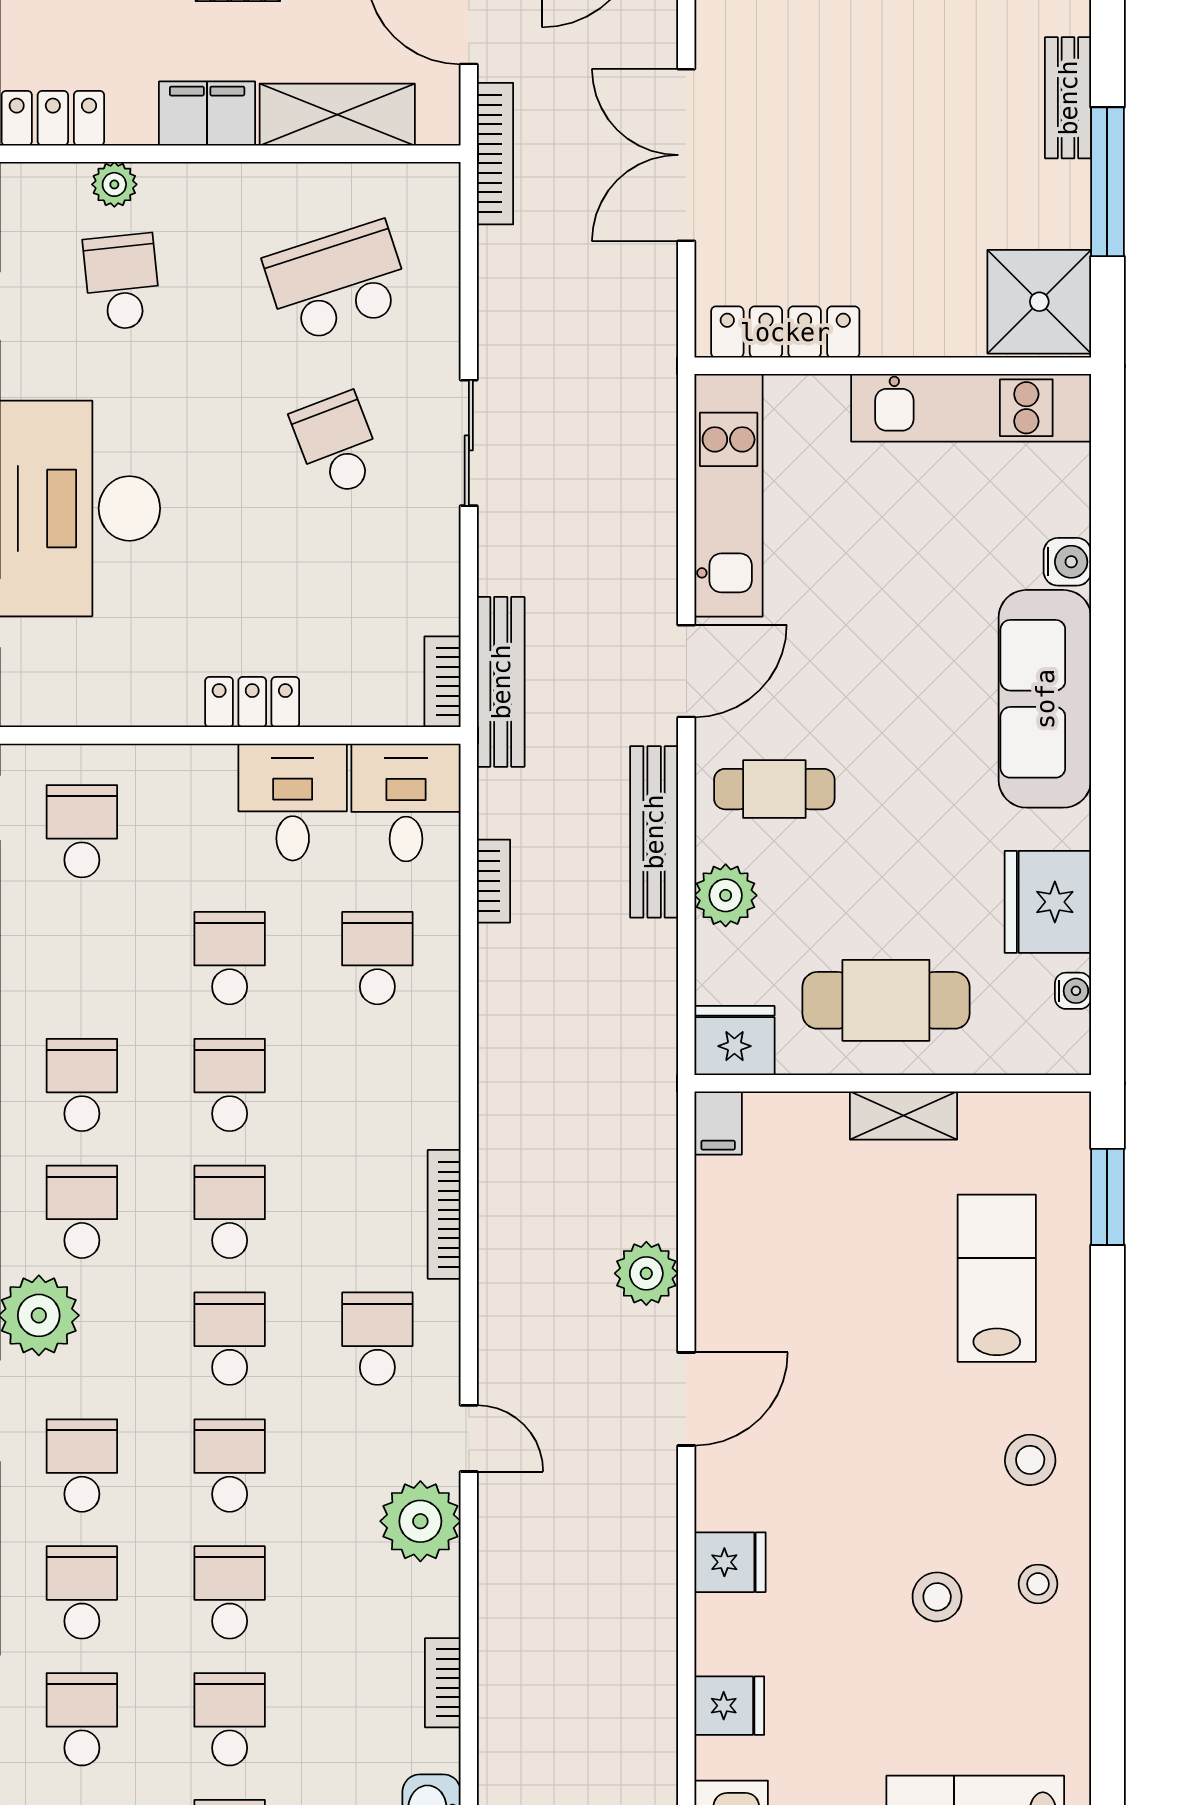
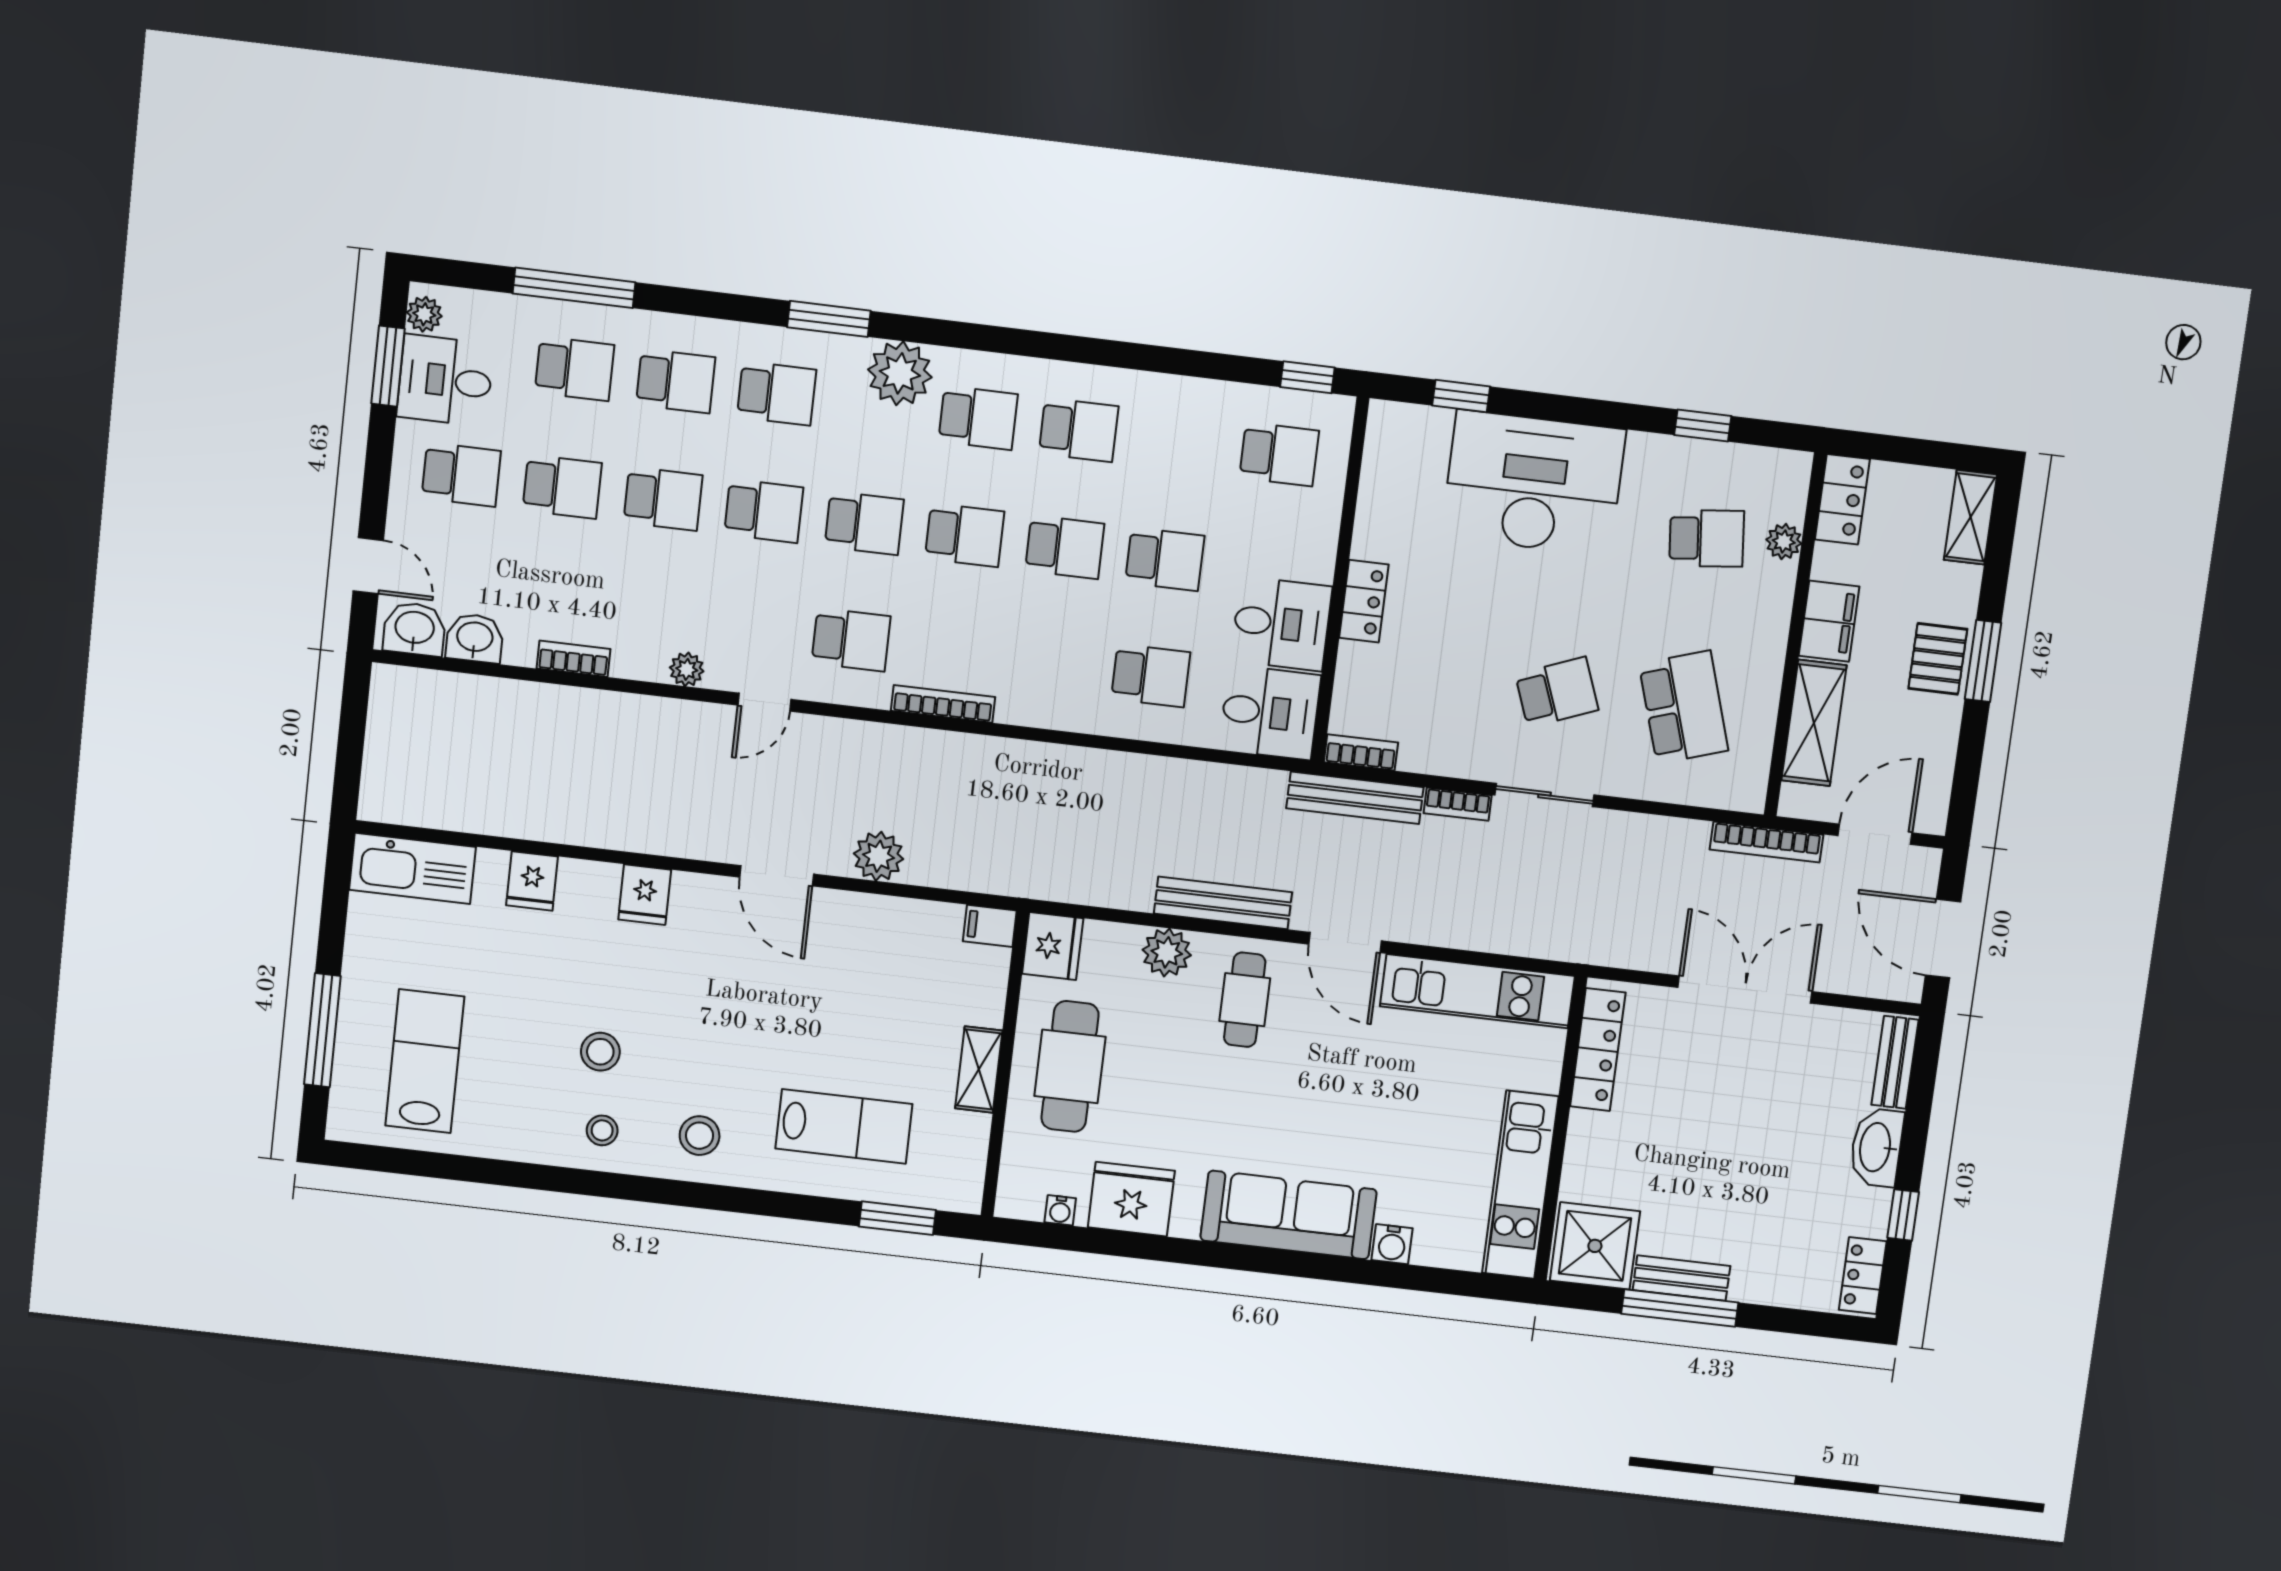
bench: (1068, 98) -> (1681, 1278), moved
bookcase: (494, 881) -> (1458, 804), moved
plant: (420, 1521) -> (687, 669), width x0.53, depth x0.53

